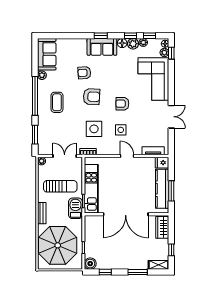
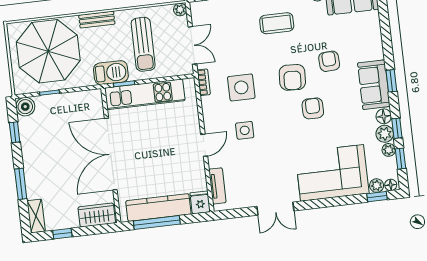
armchair: (122, 104) -> (313, 108), moved
window: (171, 191) -> (157, 223), width x1.44

